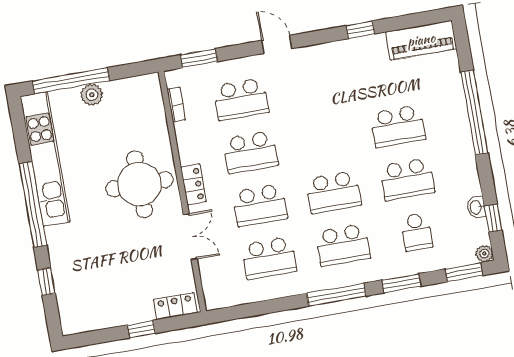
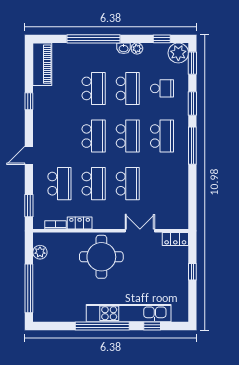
plant: (92, 95) -> (40, 252), moved
kitchen unit: (45, 159) -> (129, 313), moved
plant: (471, 182) -> (137, 48), added
locker: (193, 184) -> (80, 223), moved
washbasin: (476, 207) -> (124, 48), moved
plant: (484, 254) -> (178, 53), width x1.87, depth x1.87
school desk: (269, 258) -> (94, 136), moved
locker: (175, 306) -> (175, 239), moved, turned -90

